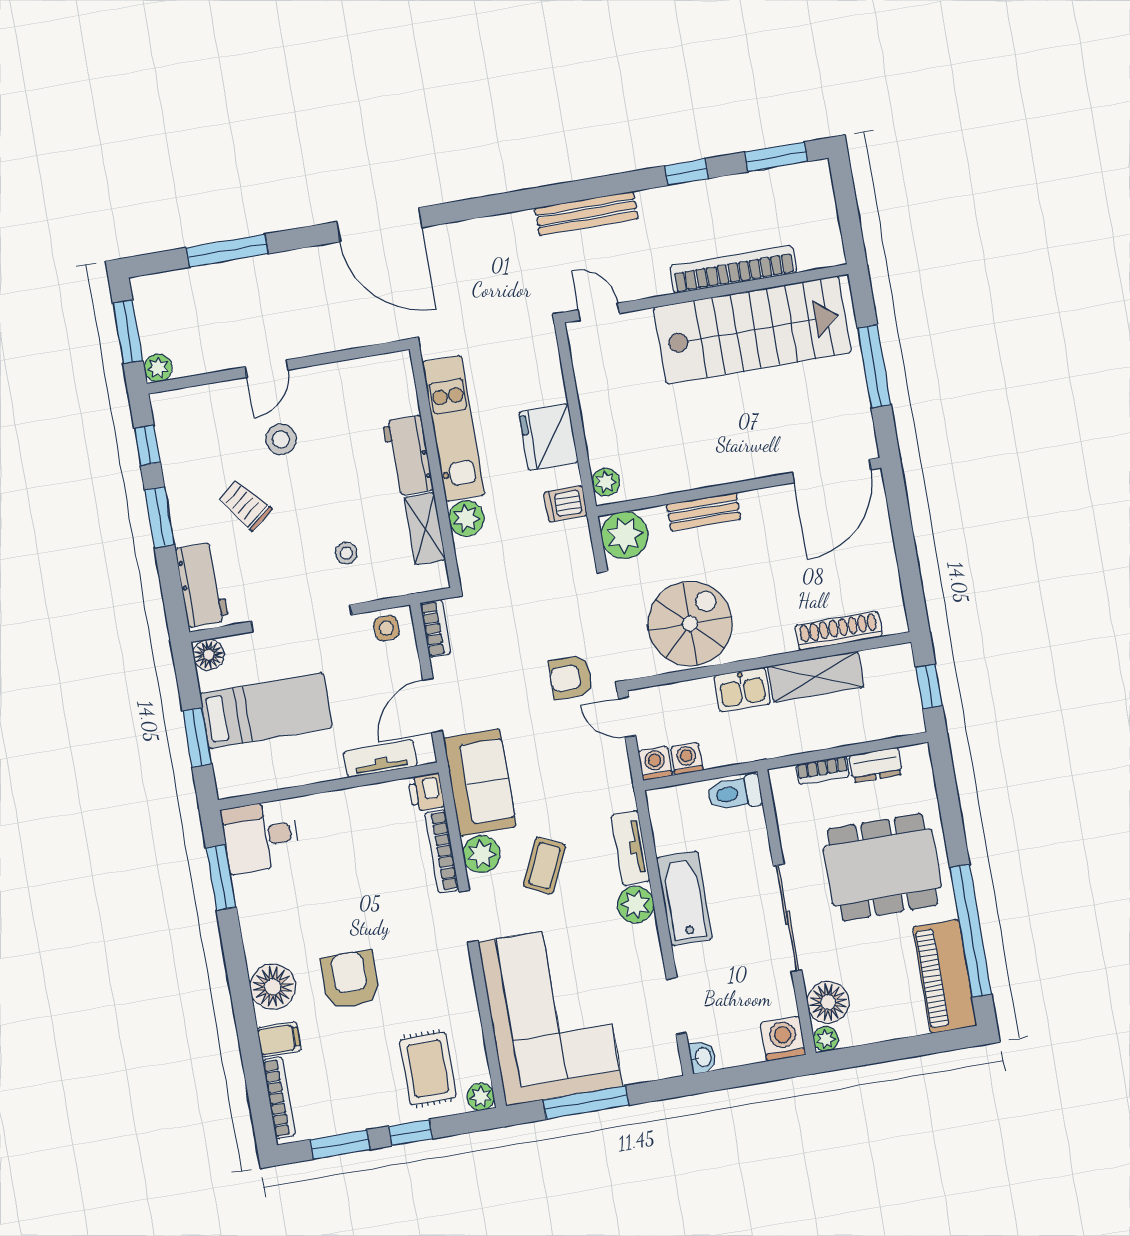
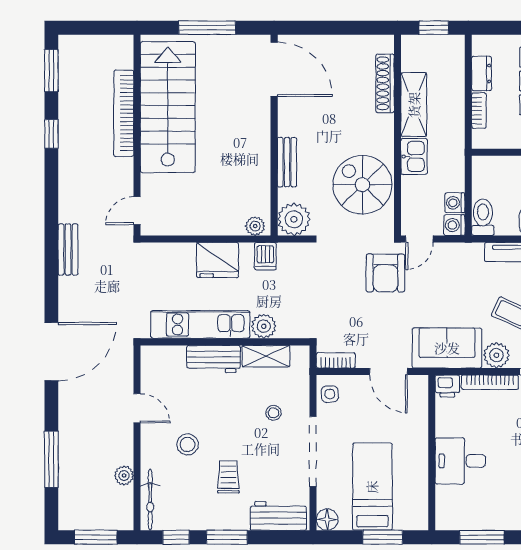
bench: (586, 213) -> (68, 250), moved, width x0.73
plant: (158, 368) -> (124, 476), moved
door: (267, 368) -> (137, 408), moved
bicycle: (194, 400) -> (150, 500), added
trolley: (245, 505) -> (228, 477), turned 129
armchair: (571, 678) -> (385, 273), width x1.38, depth x1.38
tv unit: (380, 759) -> (419, 414), removed
toilet: (735, 793) -> (483, 217), moved, turned 180
desk: (260, 837) -> (460, 461), moved, turned 90

